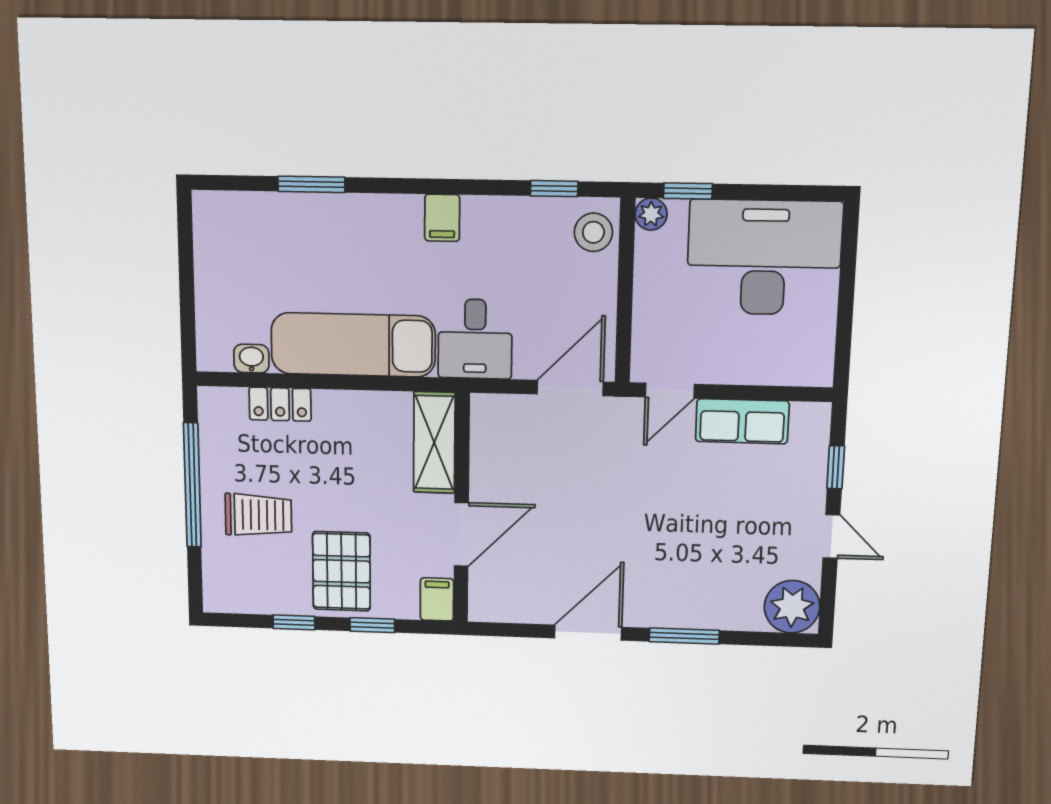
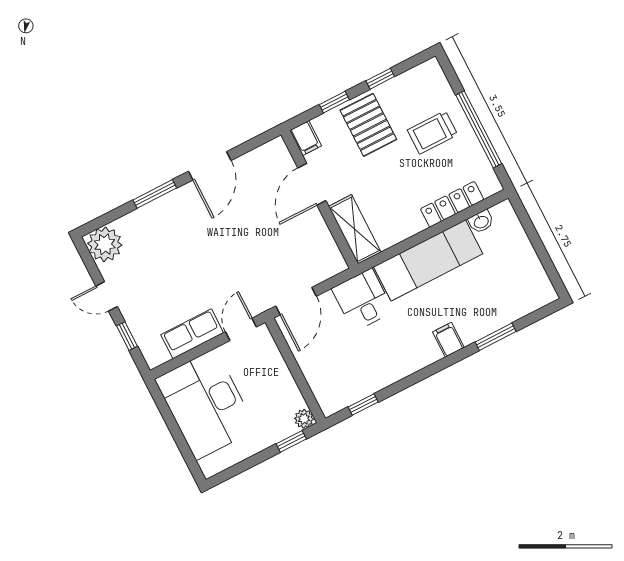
filing cabinet: (442, 218) -> (448, 340), moved
stool: (593, 232) -> (330, 393), removed
desk: (764, 257) -> (206, 404), moved, turned 90
locker: (280, 404) -> (452, 204), width x1.53

